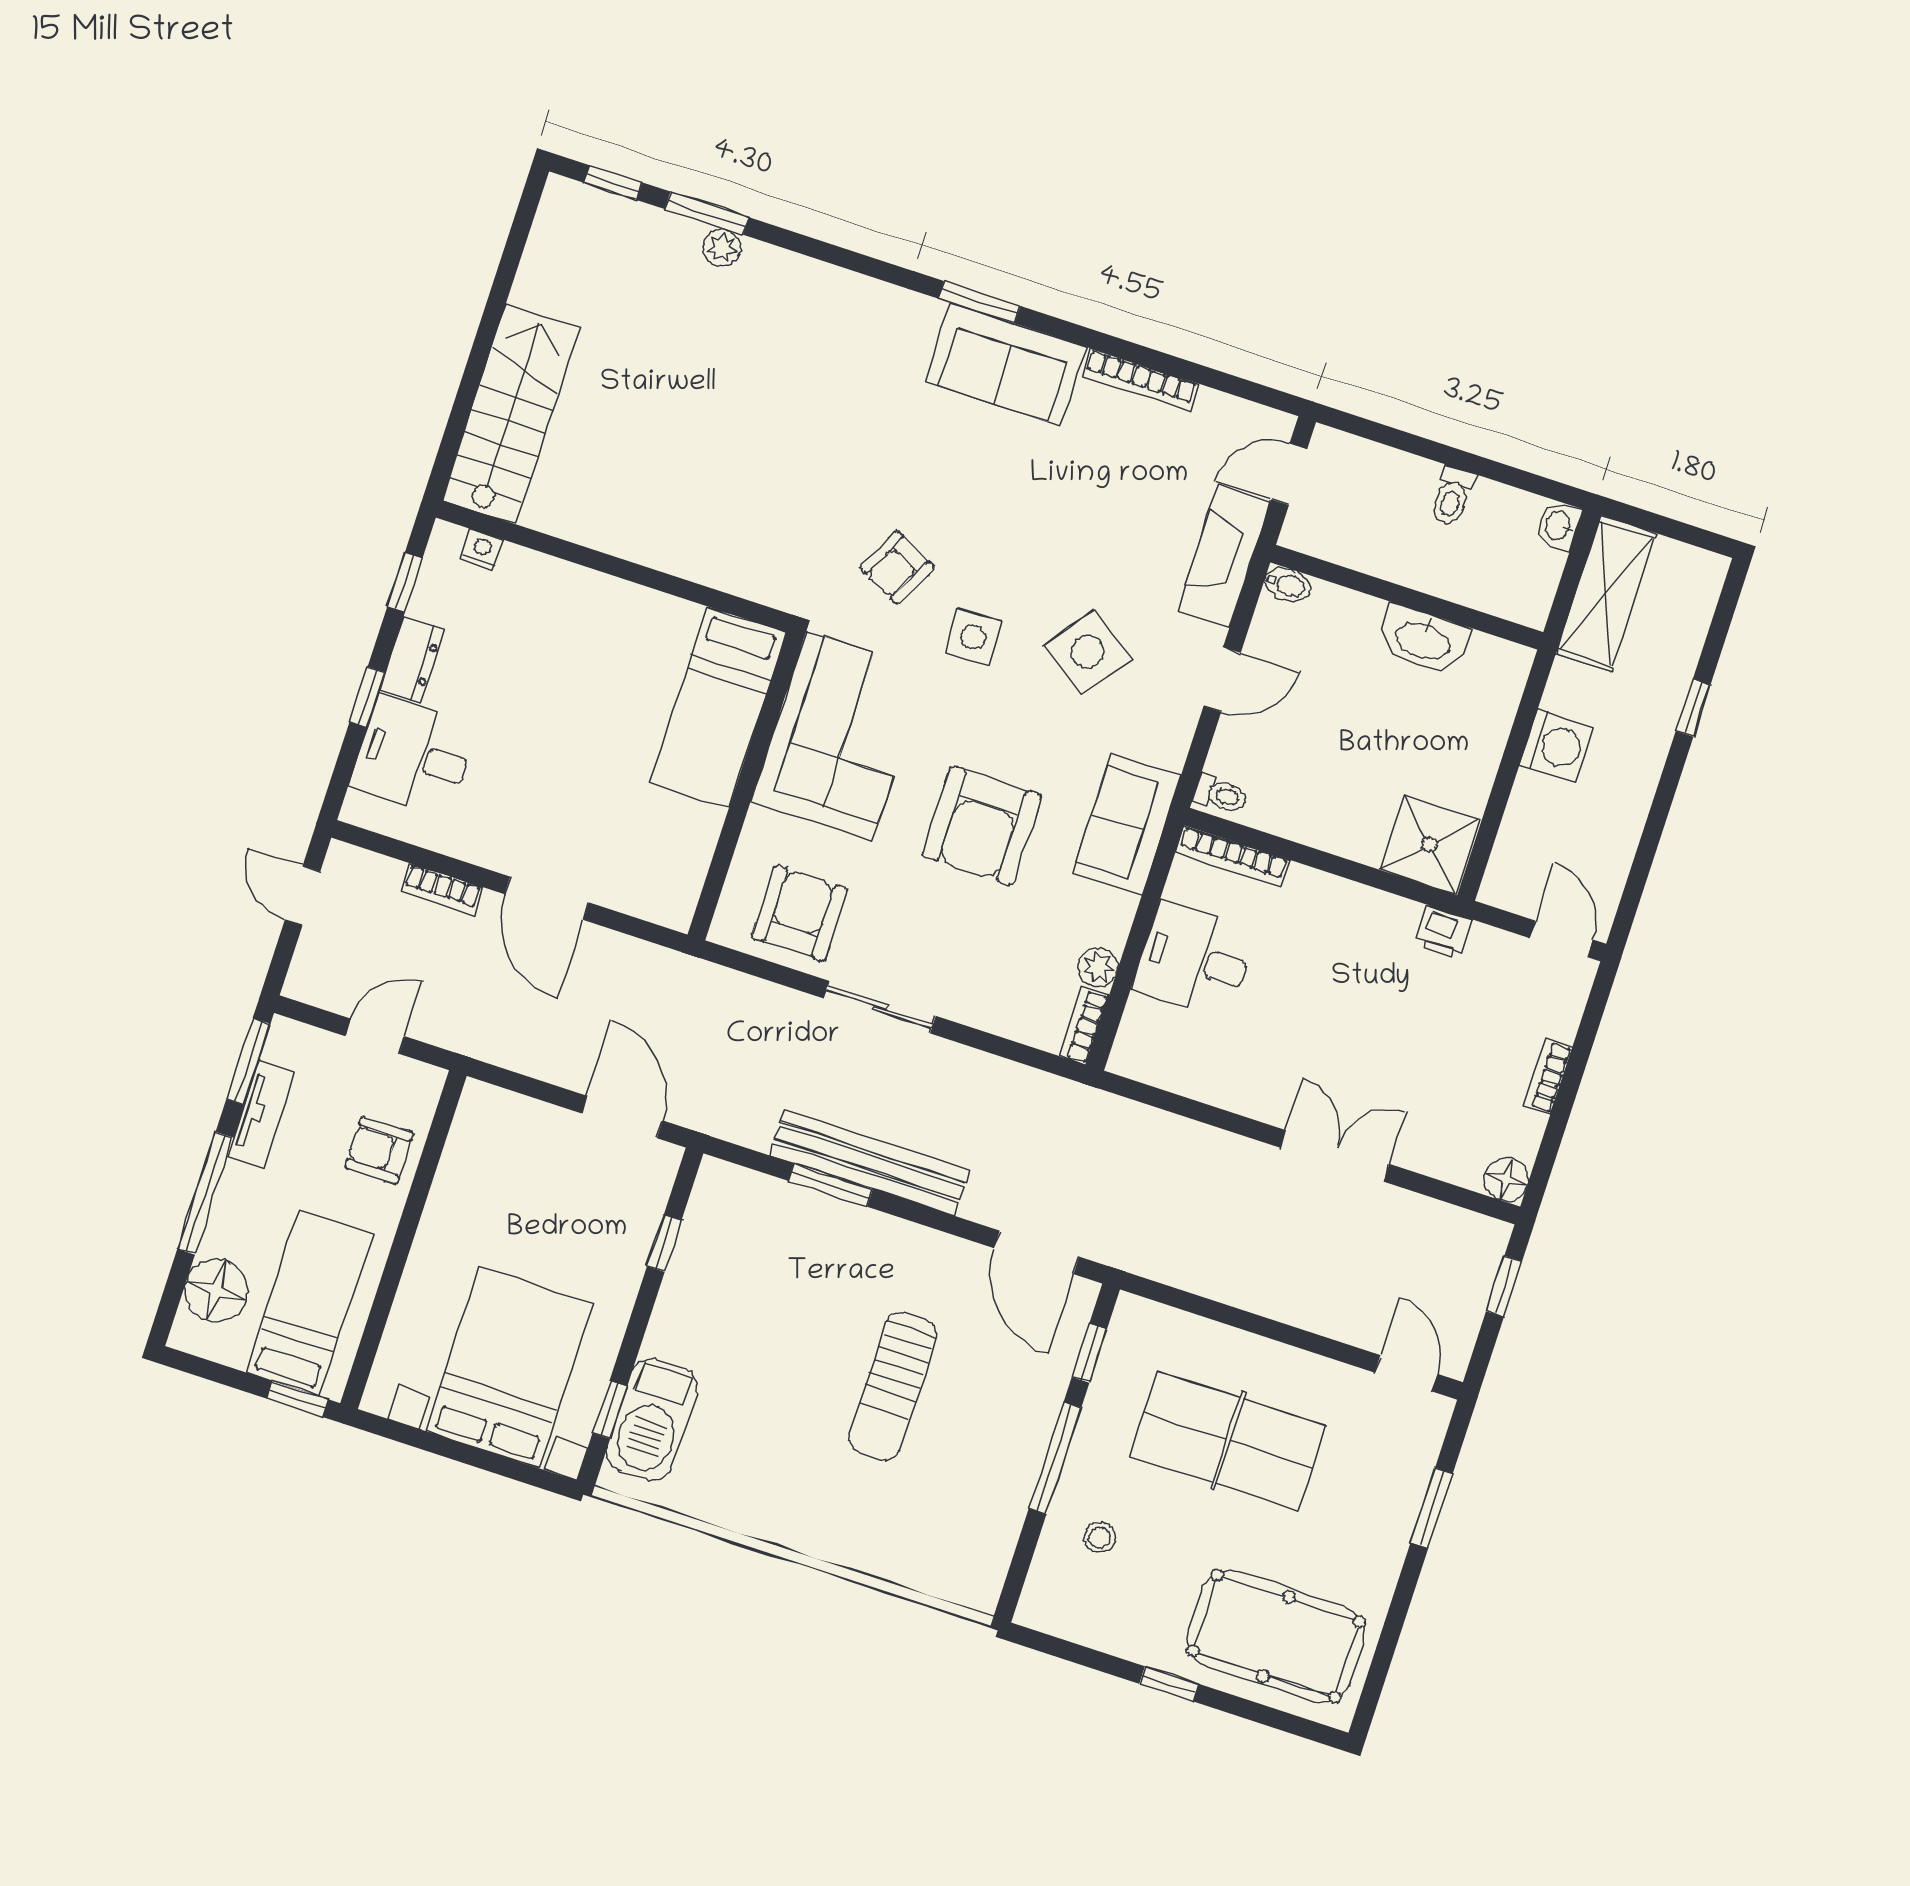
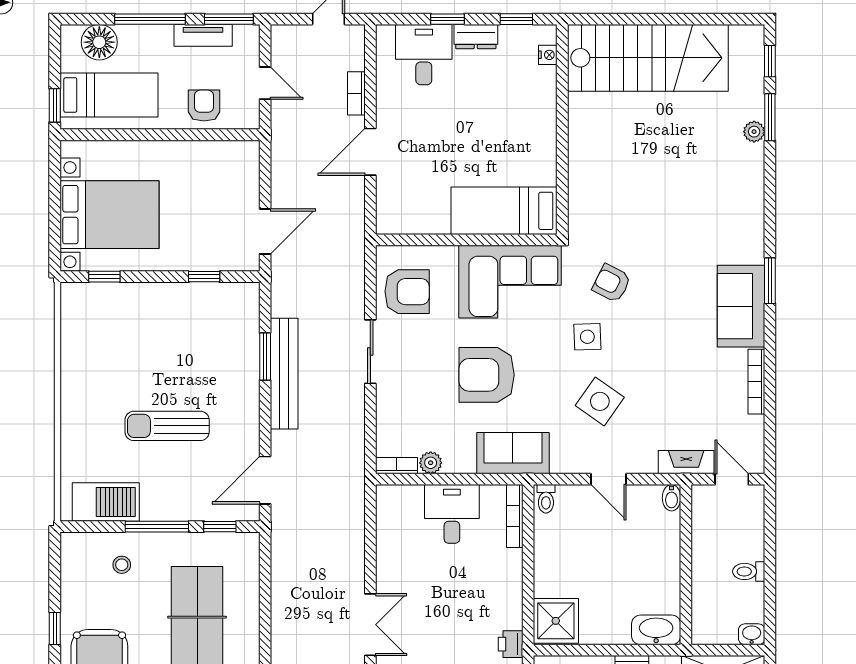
stairs: (511, 414) -> (648, 58), width x1.36, depth x1.51
fireplace: (1224, 556) -> (686, 462), width x0.73, depth x0.76
washbasin: (1423, 640) -> (656, 630), moved, turned 90
barbecue: (652, 1419) -> (106, 502), moved, turned 180

